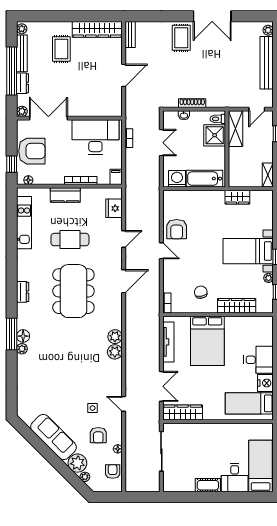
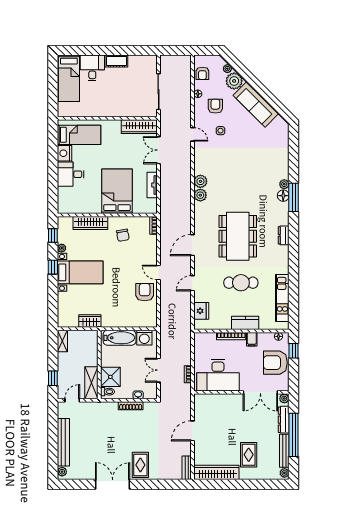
dresser: (23, 83) -> (284, 420), width x1.44
filing cabinet: (116, 177) -> (252, 339), moved
tv unit: (168, 342) -> (152, 185), width x0.71

